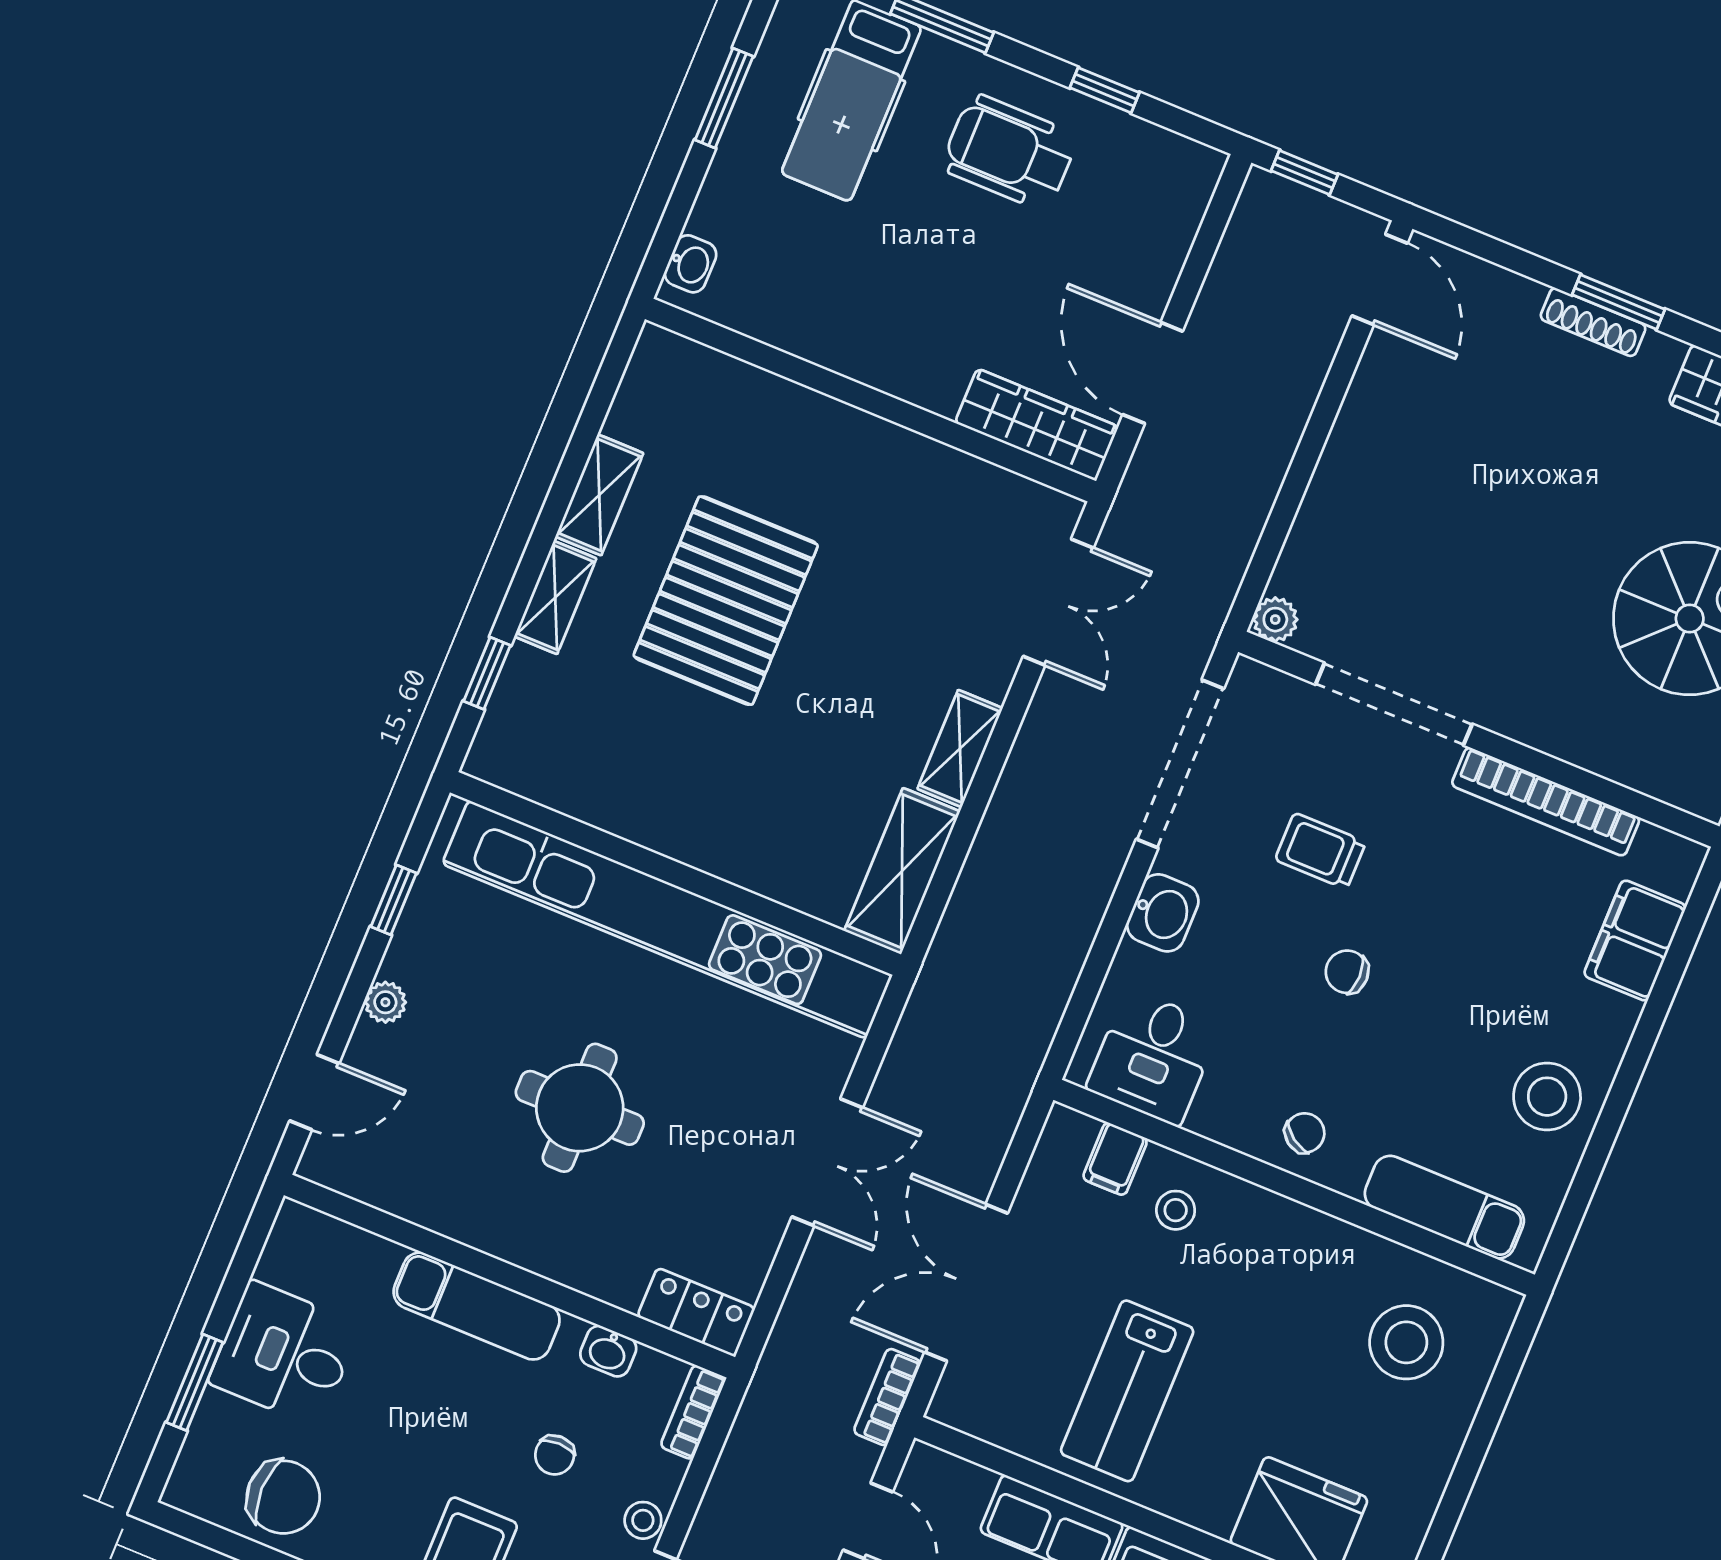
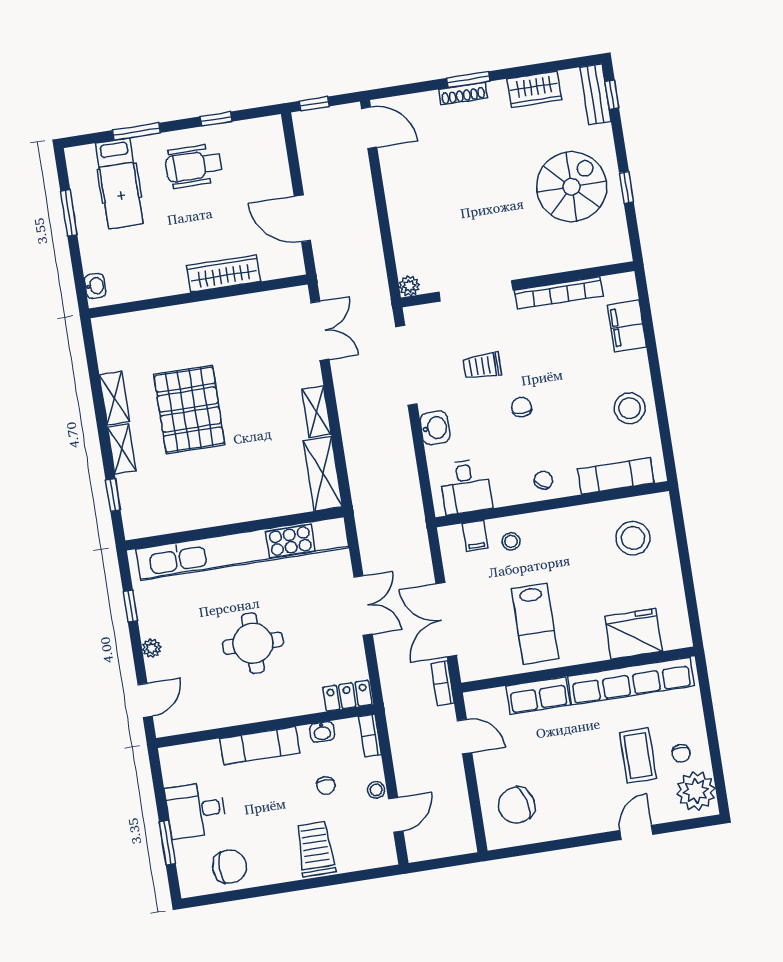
wardrobe: (1037, 425) -> (224, 274), moved
chair: (1347, 972) -> (521, 407), turned 90

